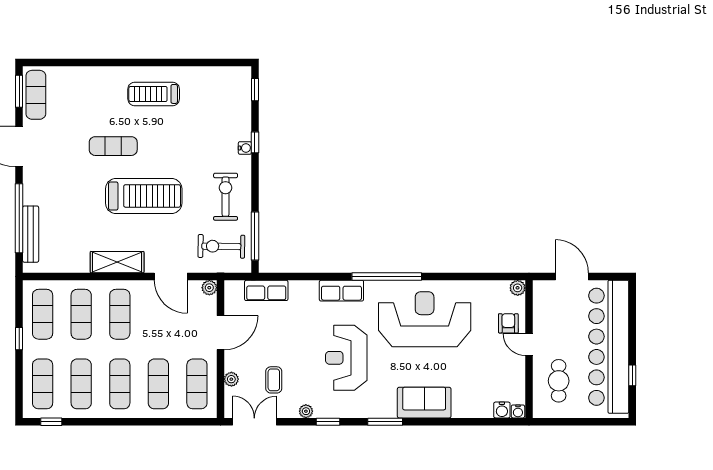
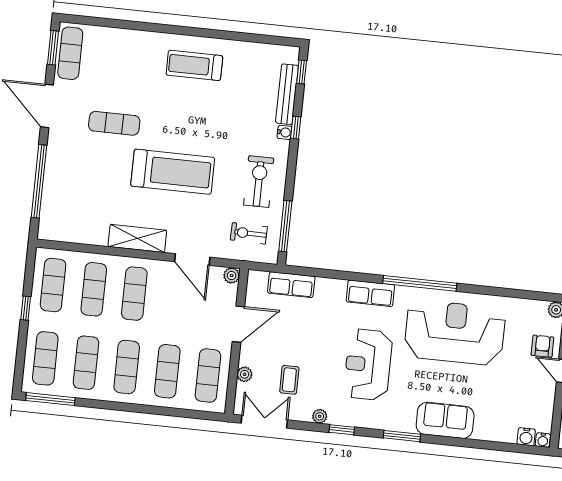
exercise mat: (113, 146) -> (114, 123), moved
bench: (31, 234) -> (287, 94), moved
exercise bike: (221, 246) -> (249, 233), width x0.73, depth x0.72
window: (51, 422) -> (50, 399), width x2.17

